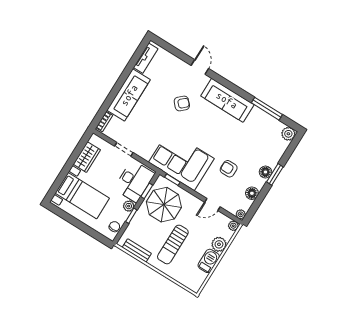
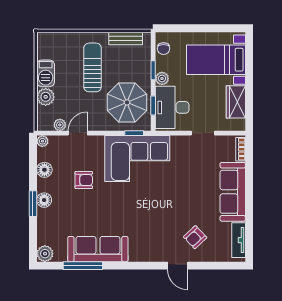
sofa: (227, 100) -> (98, 249), moved
armchair: (182, 104) -> (195, 237), moved
plant: (233, 226) -> (60, 125), moved

